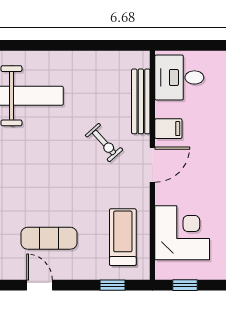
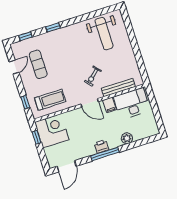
desk: (179, 77) -> (132, 104), width x1.37
corner desk: (182, 233) -> (52, 131), moved, turned -90

